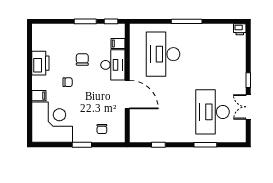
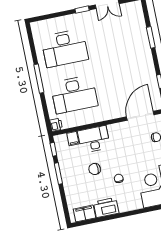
printer: (240, 29) -> (56, 125), moved
door: (127, 95) -> (140, 116), moved
filing cabinet: (39, 96) -> (84, 213), moved, width x2.00
desk: (212, 112) -> (65, 48), moved

